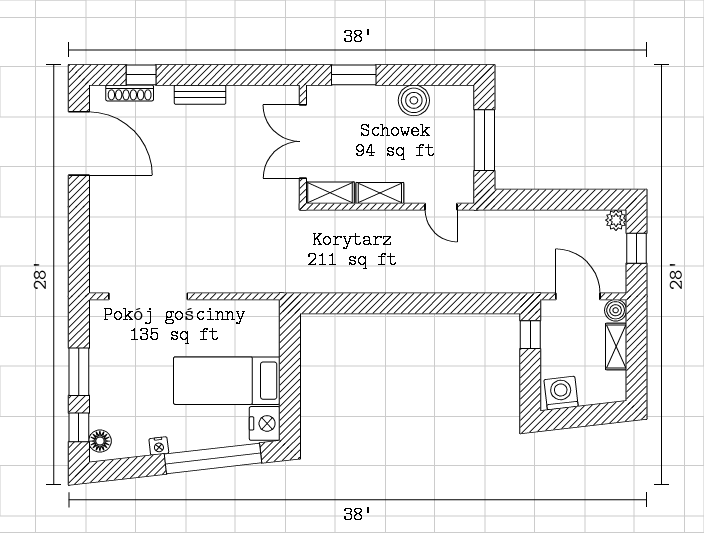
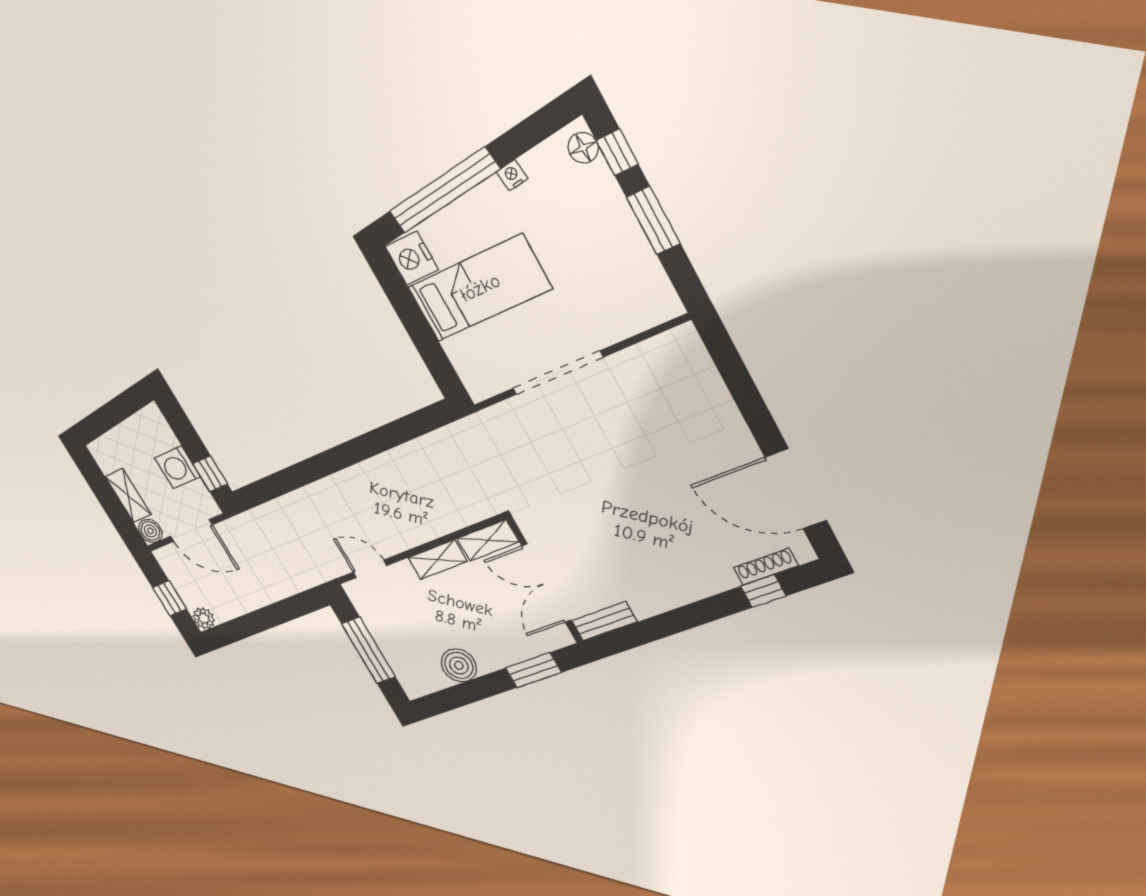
bench: (200, 95) -> (604, 621), moved
double door: (303, 142) -> (546, 583), swing flipped
doorway: (148, 296) -> (558, 373), moved
washing machine: (561, 393) -> (177, 467), moved, turned 97

